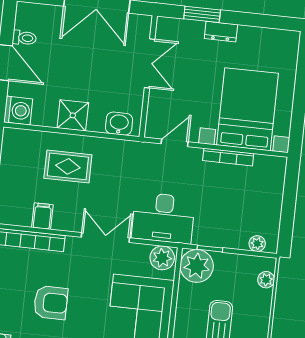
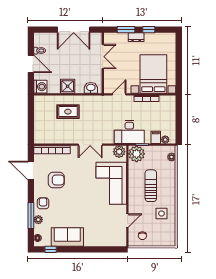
window: (248, 19) -> (149, 30), added
filing cabinet: (42, 216) -> (156, 137), moved
desk: (163, 218) -> (129, 132), moved
double door: (105, 237) -> (90, 145), swing flipped
armchair: (51, 303) -> (56, 180), moved

